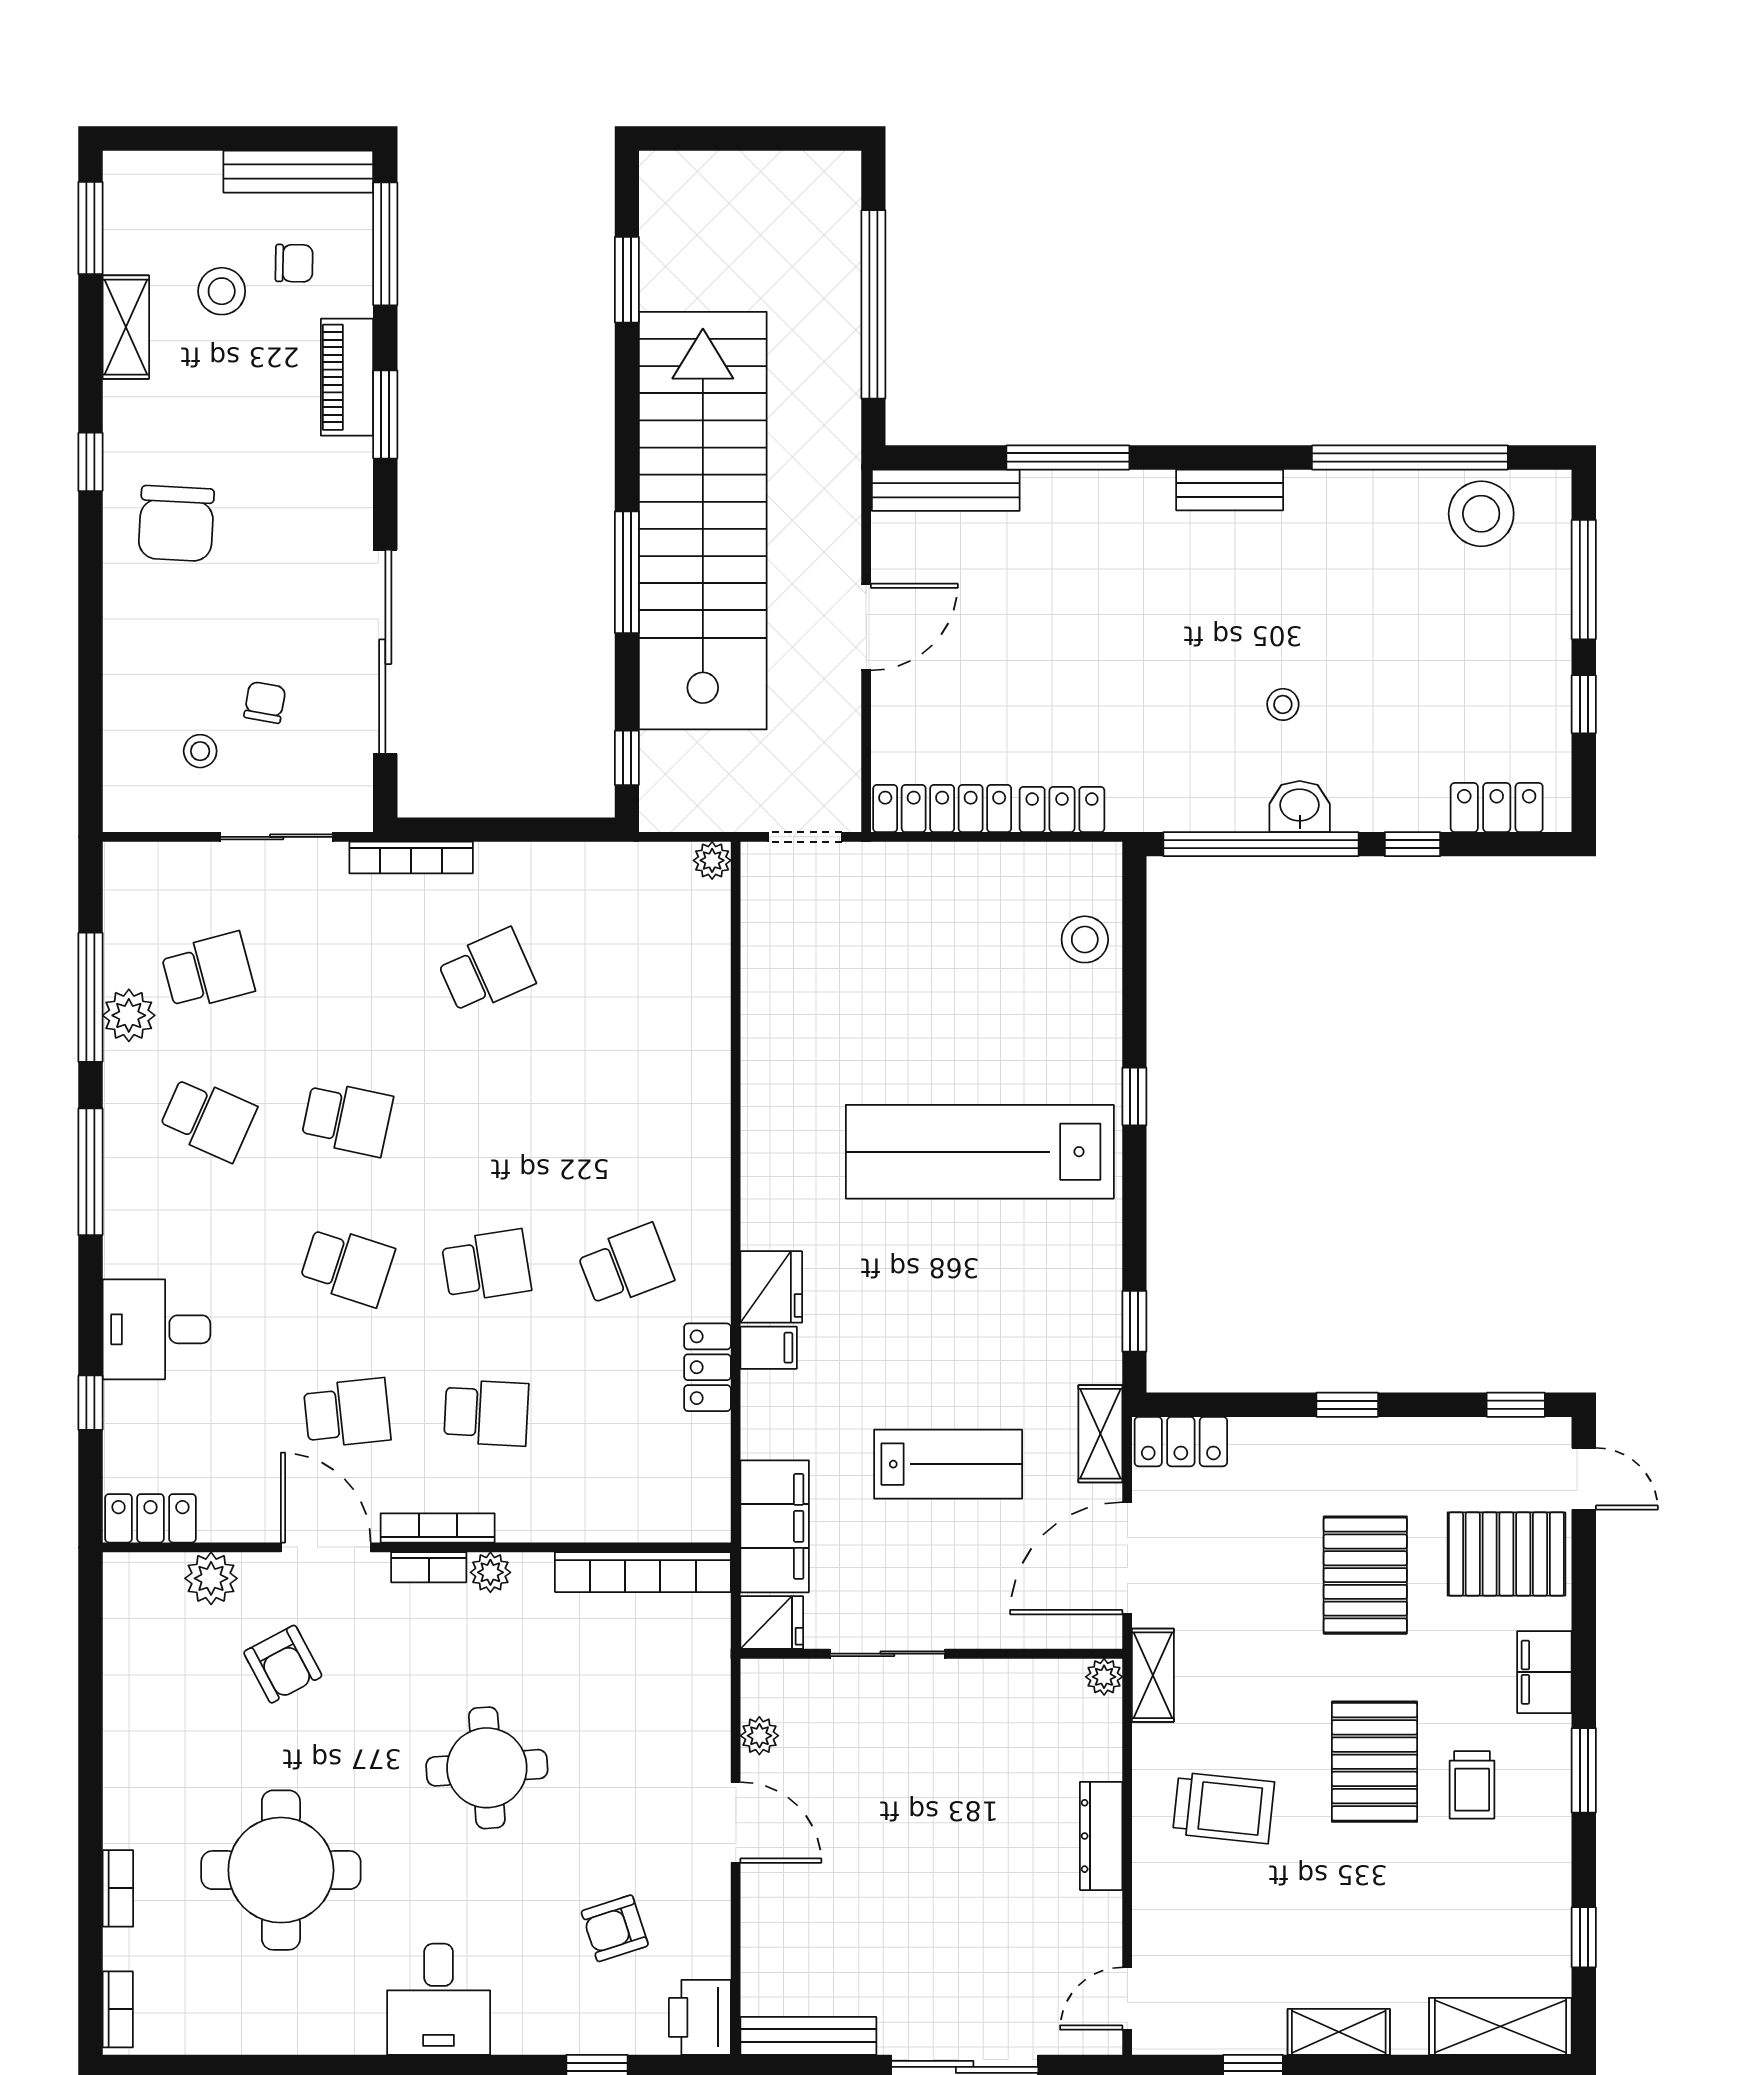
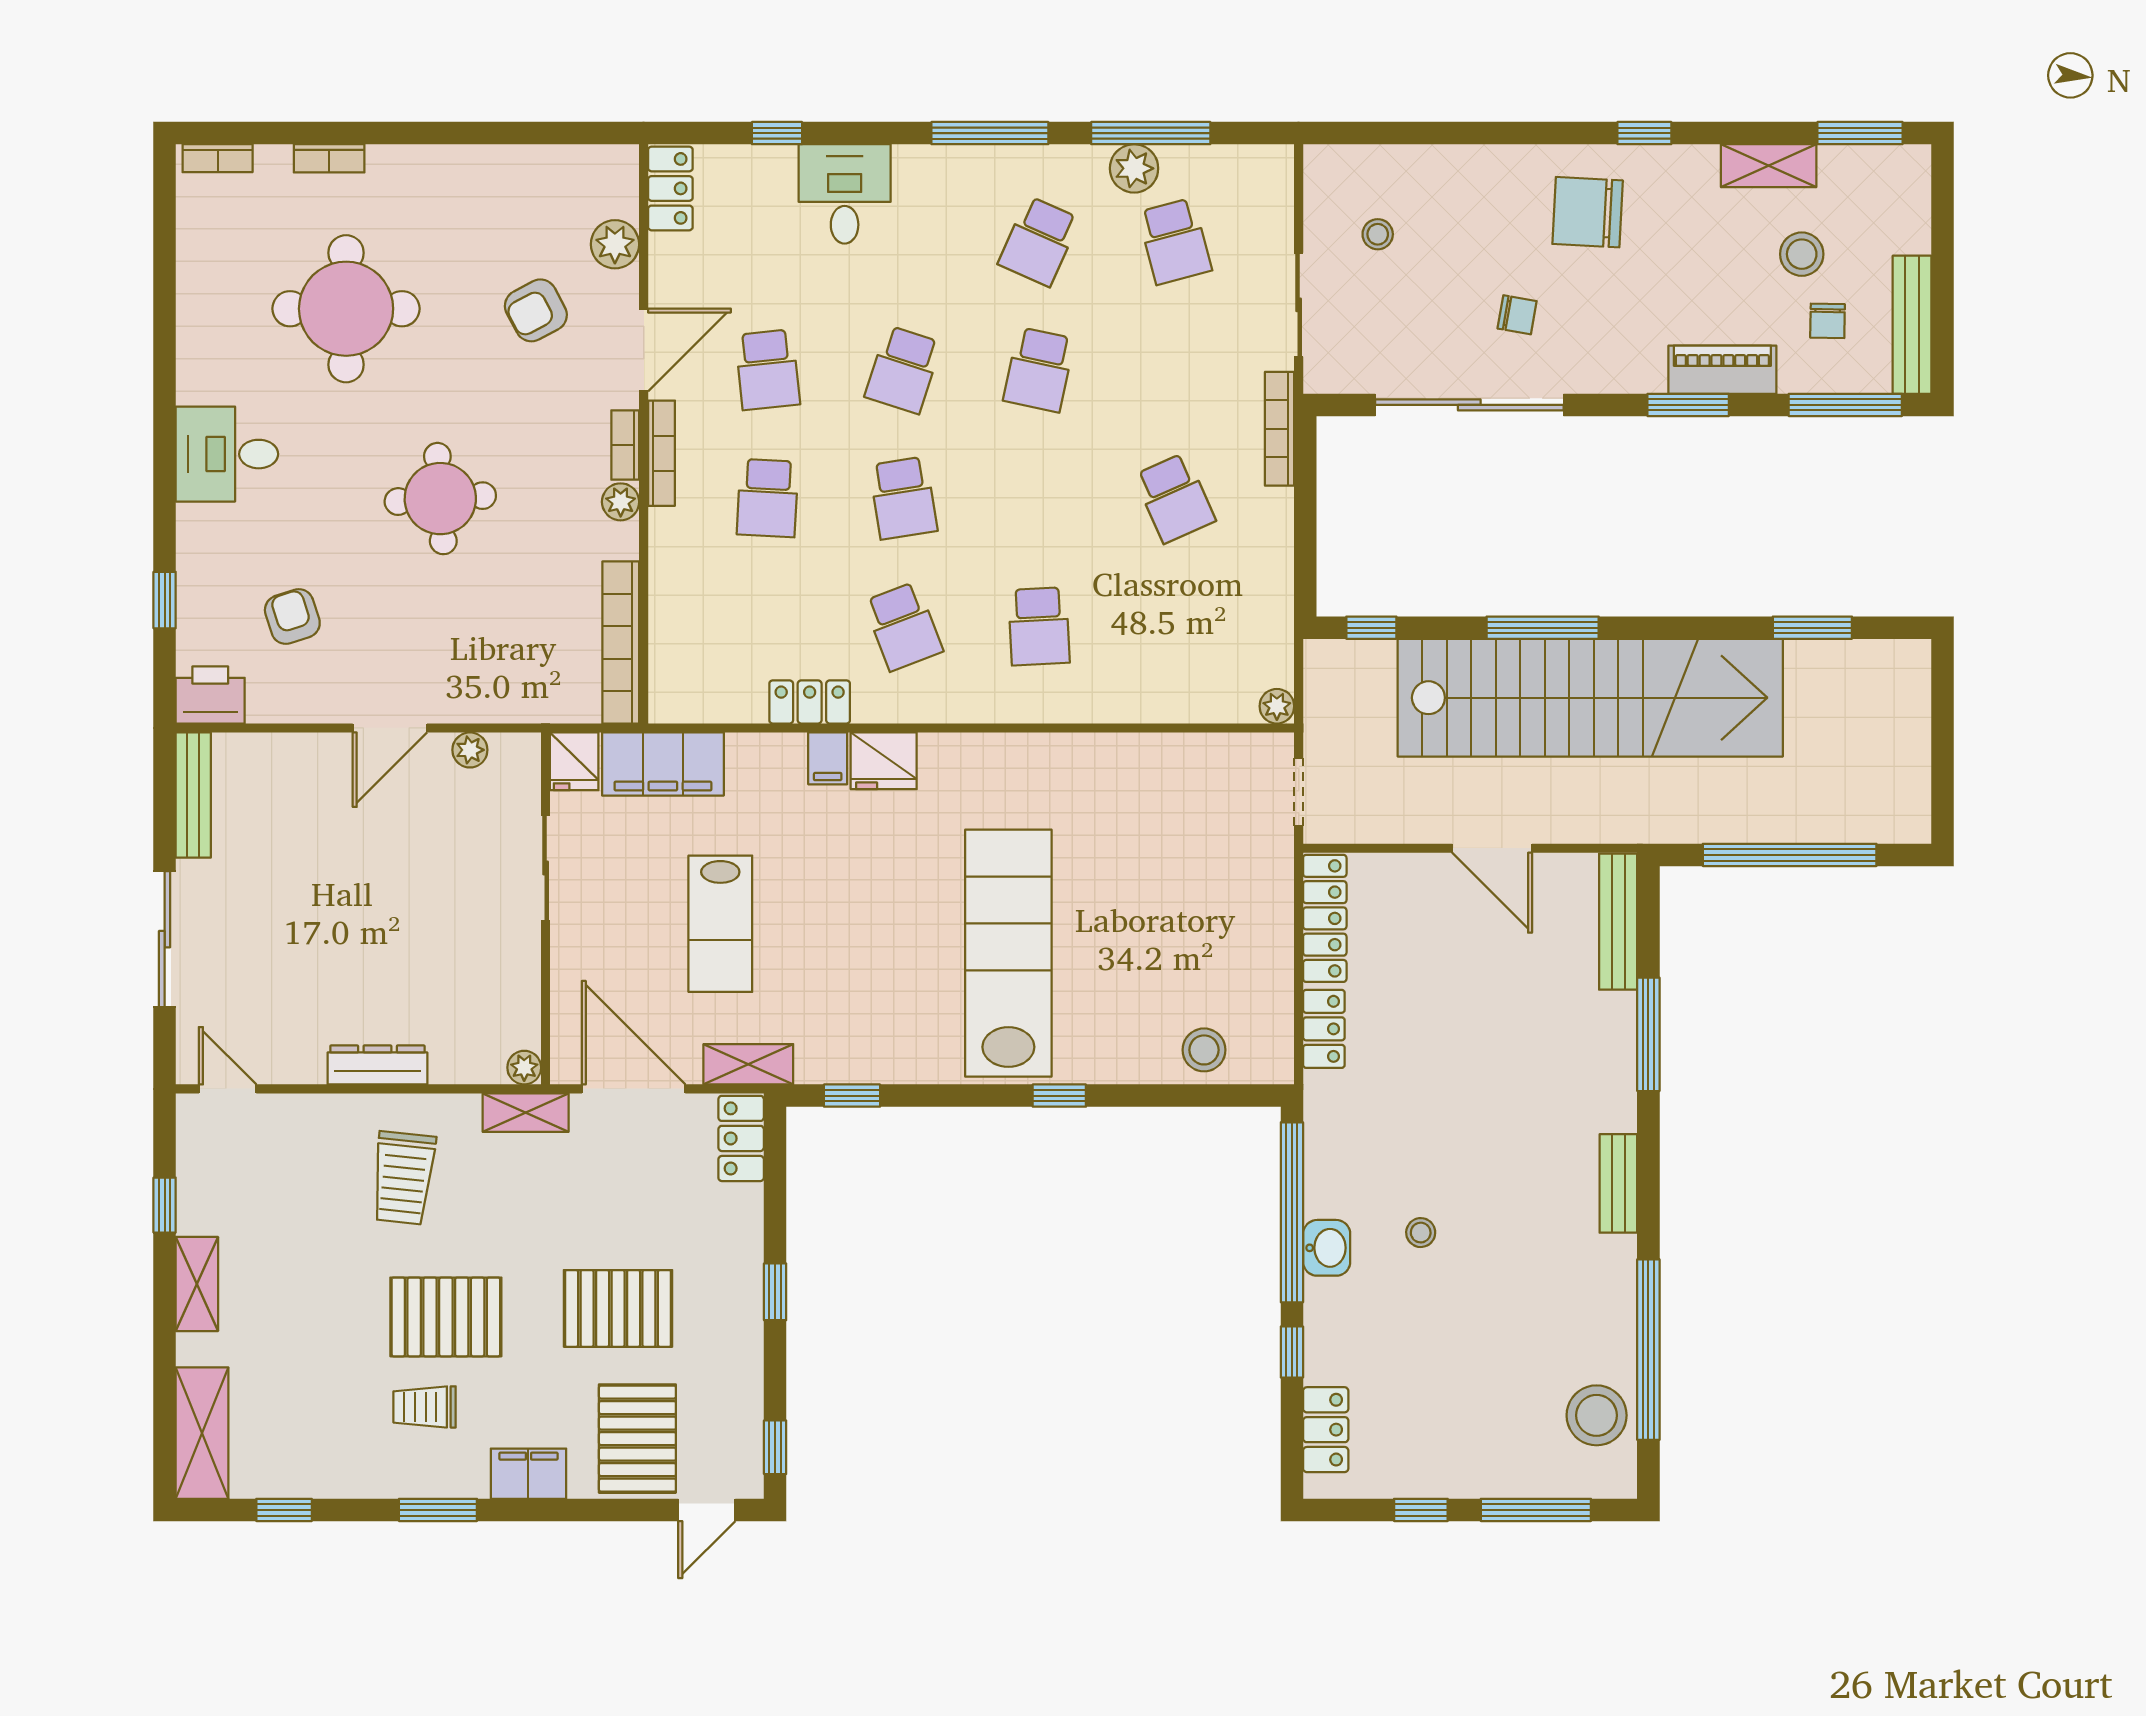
chair: (265, 702) -> (1517, 315), moved
school desk: (625, 1119) -> (1039, 626), added

